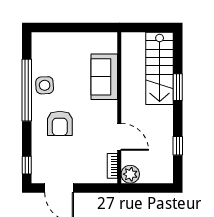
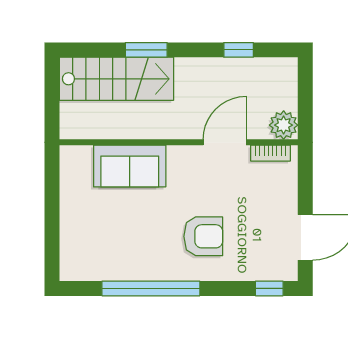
side table: (45, 85) -> (143, 260), removed

